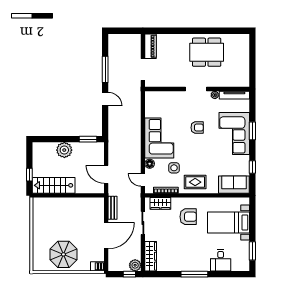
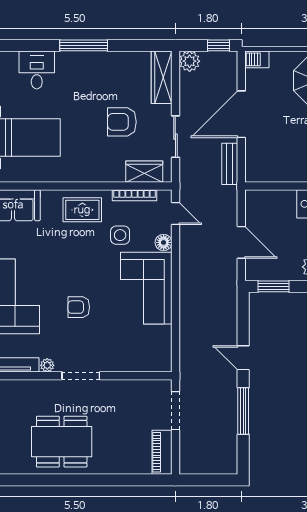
door: (106, 174) -> (241, 242), moved
armchair: (188, 217) -> (122, 122), moved
window: (129, 274) -> (219, 45), moved

